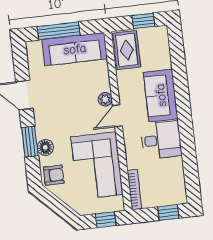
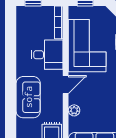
plant: (105, 99) -> (74, 110), moved
desk: (161, 140) -> (47, 55), moved, turned 180

